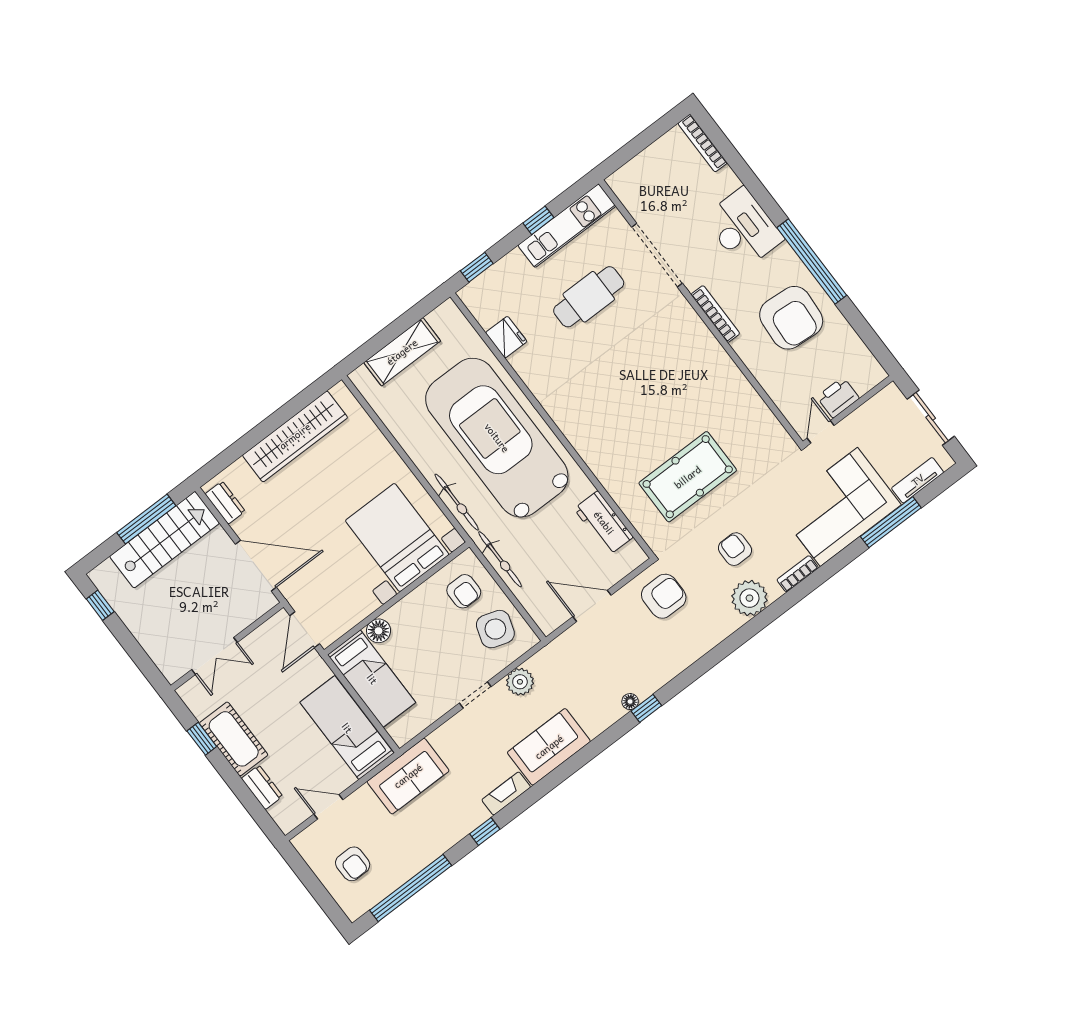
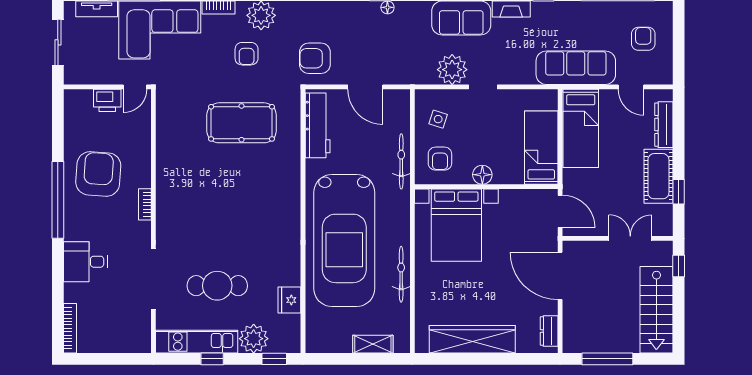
desk: (743, 228) -> (85, 262), width x0.73
plant: (513, 272) -> (254, 339), added
bookcase: (715, 314) -> (145, 204), width x0.64
shelving: (402, 352) -> (373, 344), width x0.67, depth x0.75
bicycle: (457, 502) -> (401, 274), moved
workbench: (604, 523) -> (318, 125), width x1.37
stairs: (165, 540) -> (656, 310), moved, turned -90
armchair: (464, 591) -> (440, 159), turned 180
window: (100, 605) -> (679, 266), moved
side table: (495, 629) -> (438, 119), width x0.54, depth x0.54
door: (305, 630) -> (560, 211), hinge flipped
floor lamp: (379, 631) -> (482, 175), moved
plant: (520, 682) -> (452, 70), width x1.36, depth x1.36
sofa: (408, 776) -> (576, 68), width x1.36
dresser: (262, 787) -> (664, 125), width x1.44

